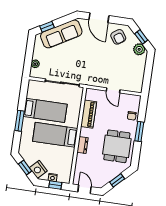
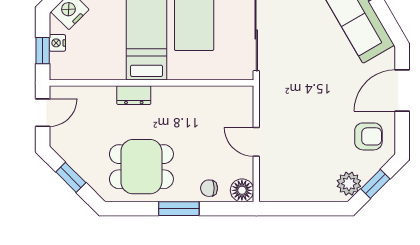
armchair: (118, 37) -> (368, 136), turned -145
door: (113, 90) -> (256, 142), hinge flipped
floor lamp: (135, 100) -> (242, 190), added
piano: (89, 114) -> (200, 98), removed

